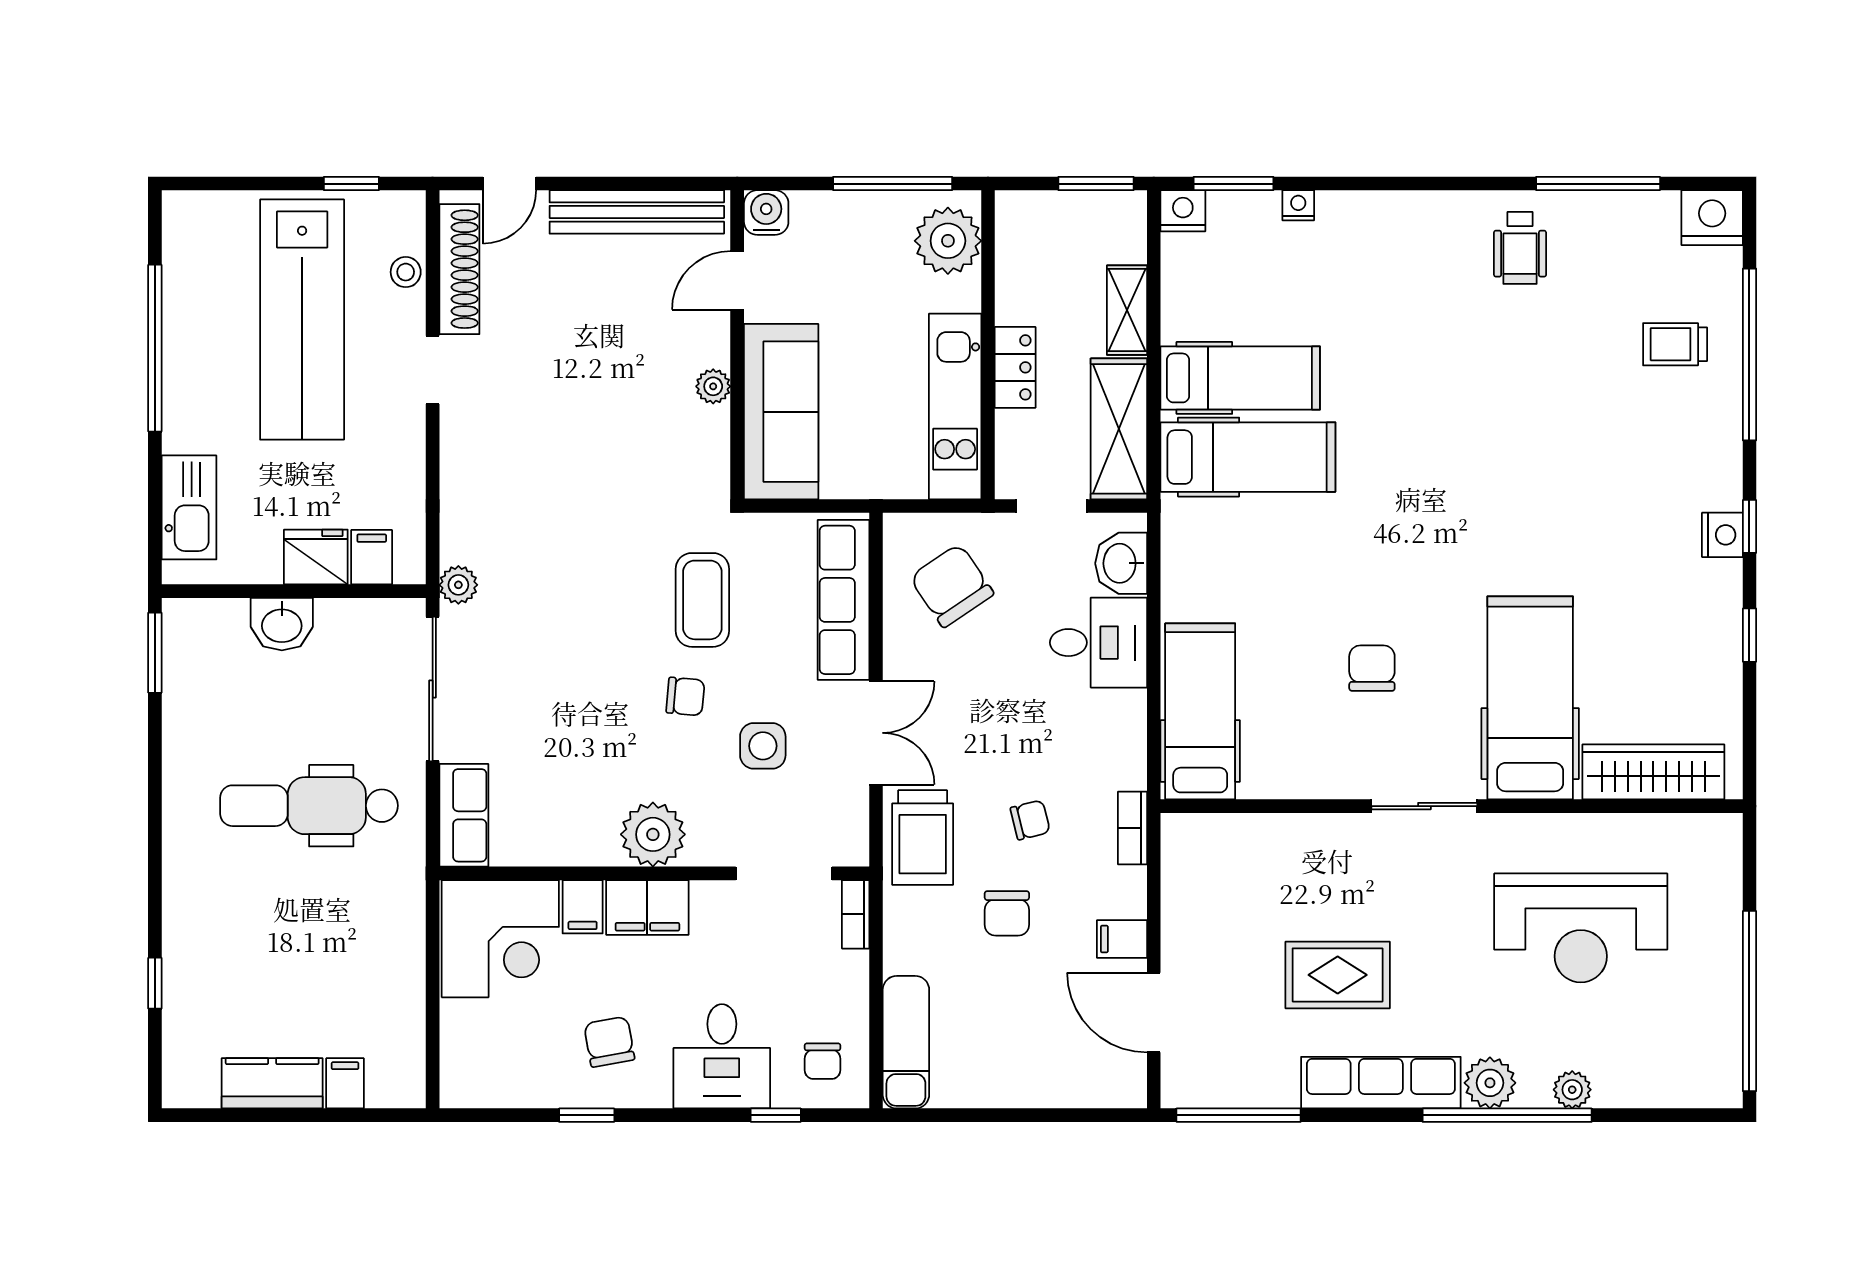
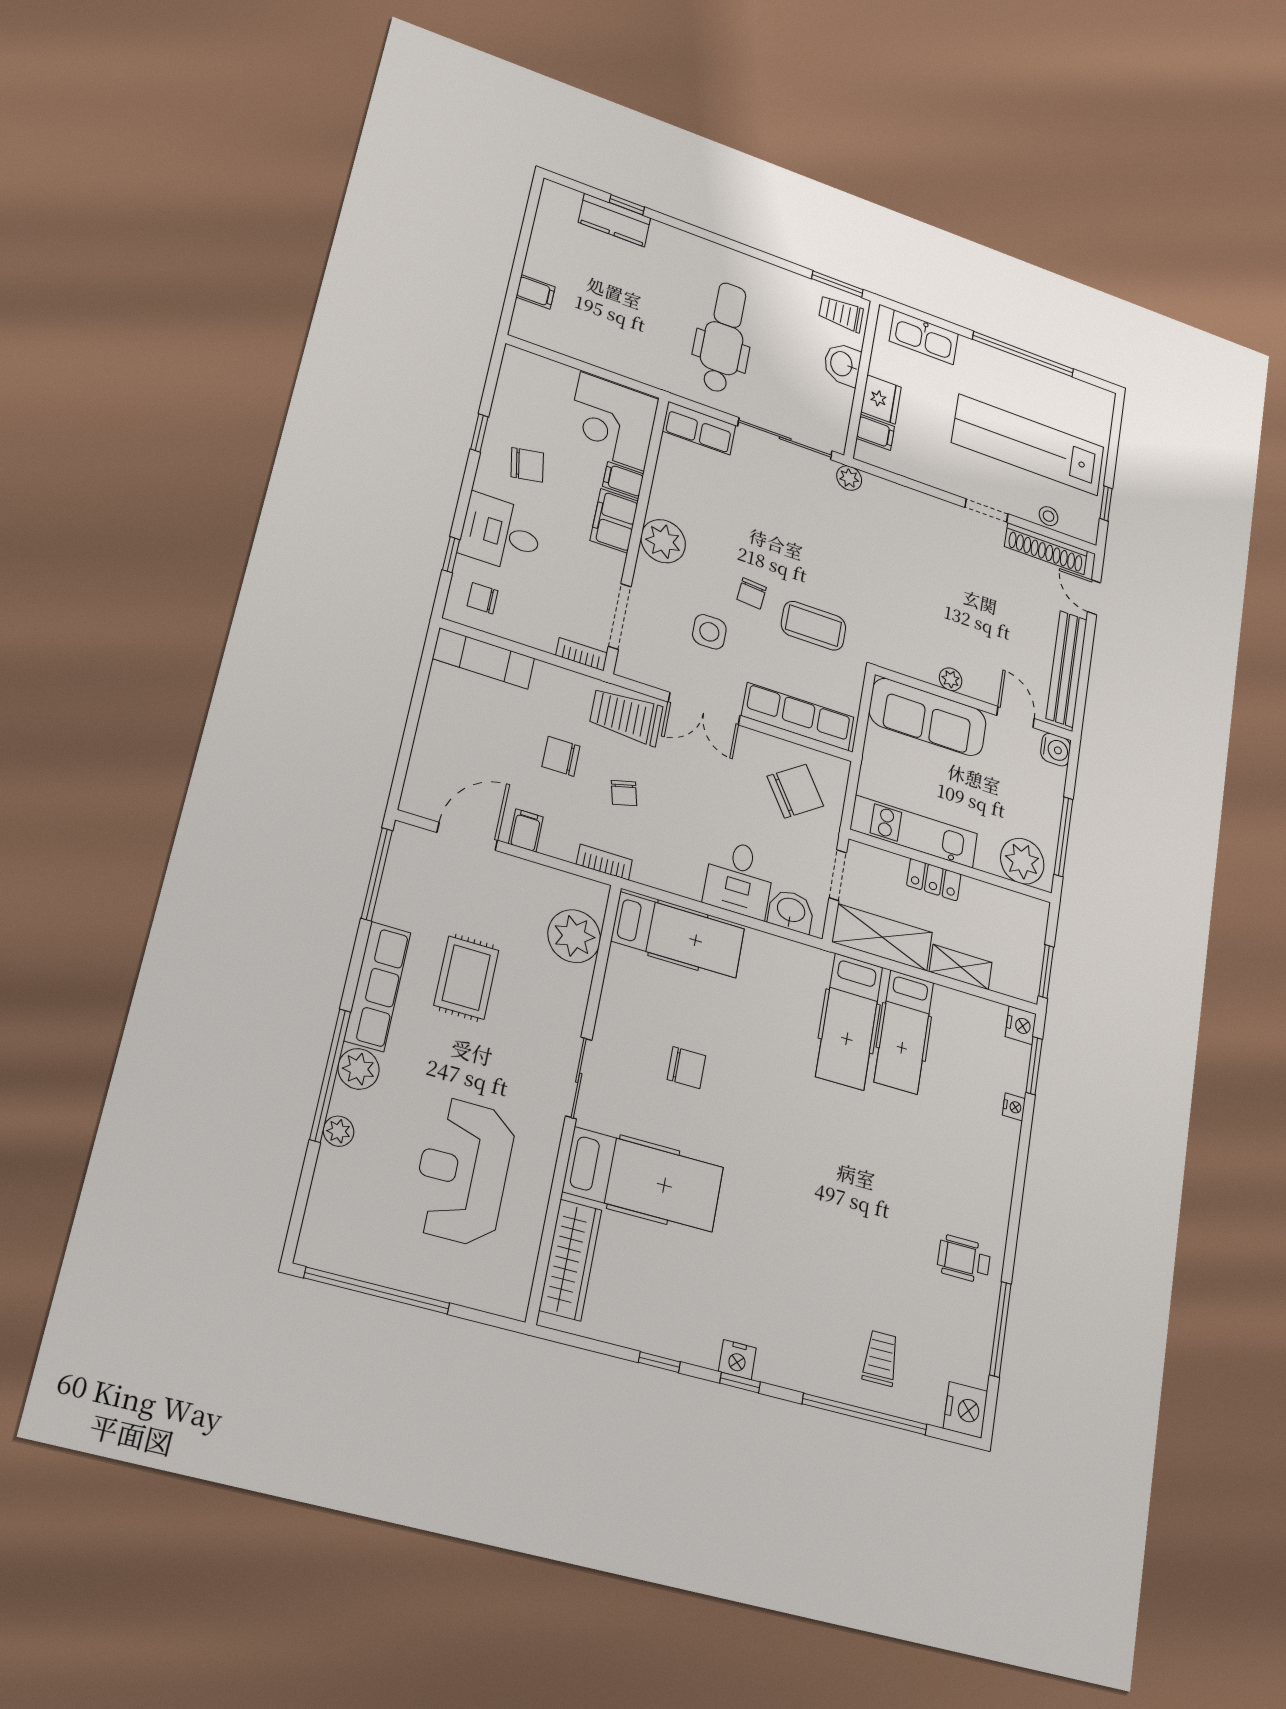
trolley: (201, 639) -> (841, 314), added
plant: (1243, 848) -> (574, 936), added
kitchen counter: (272, 1083) -> (614, 220), moved, turned 90

